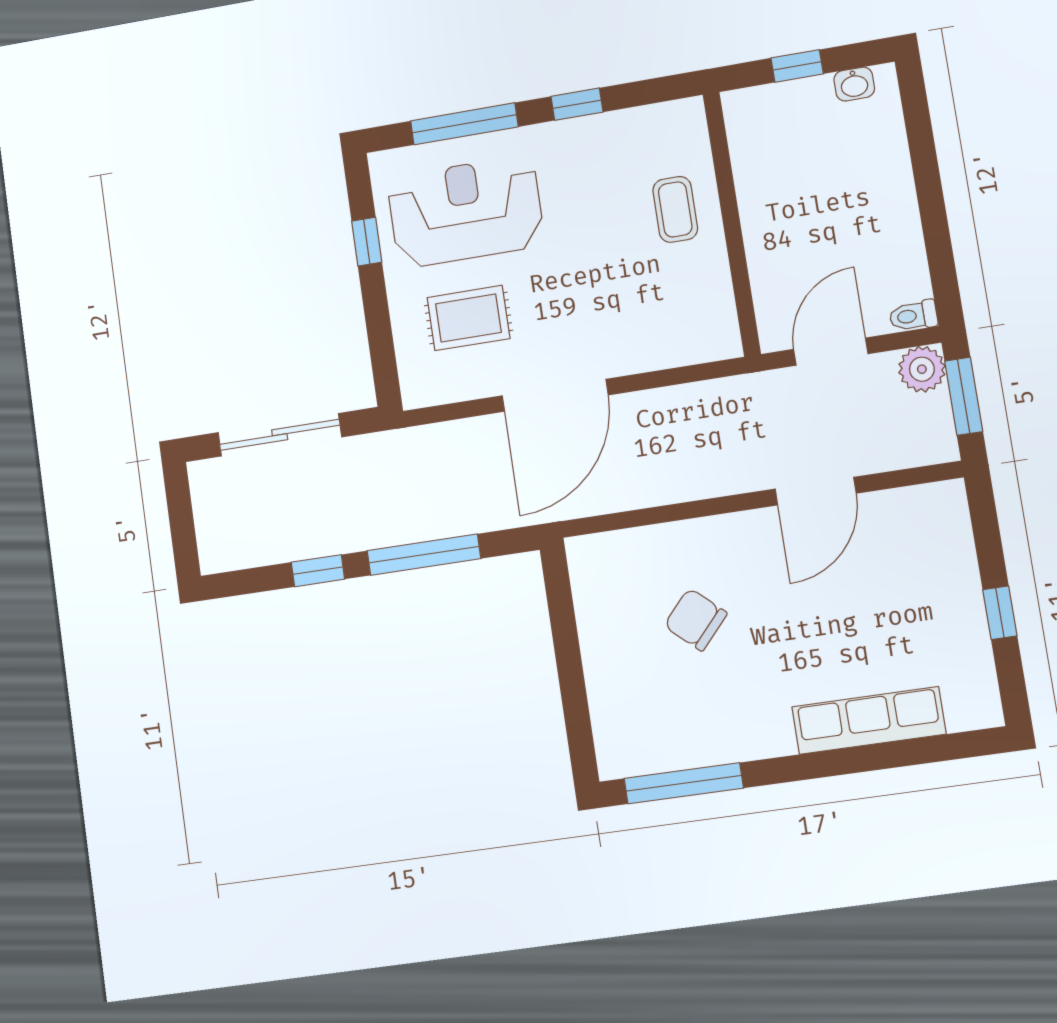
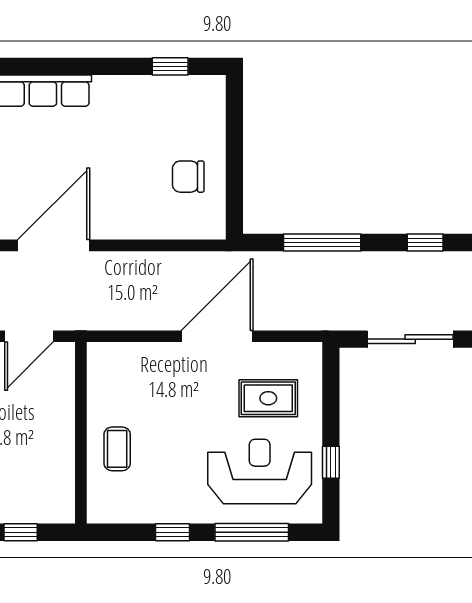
reception desk: (466, 212) -> (260, 472), turned 180
door: (816, 491) -> (54, 245), width x1.36
window: (318, 571) -> (425, 243), moved
chair: (696, 620) -> (188, 177), moved, turned 138
window: (684, 783) -> (170, 66), width x0.46

